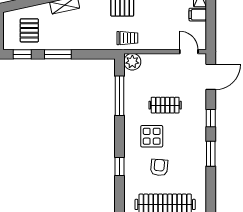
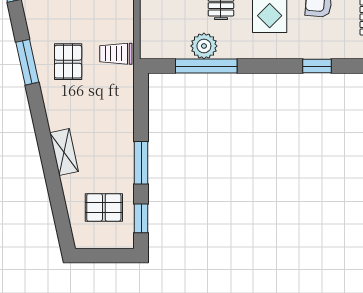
trolley: (127, 38) -> (116, 54), turned -90
plant: (132, 62) -> (204, 46), moved

